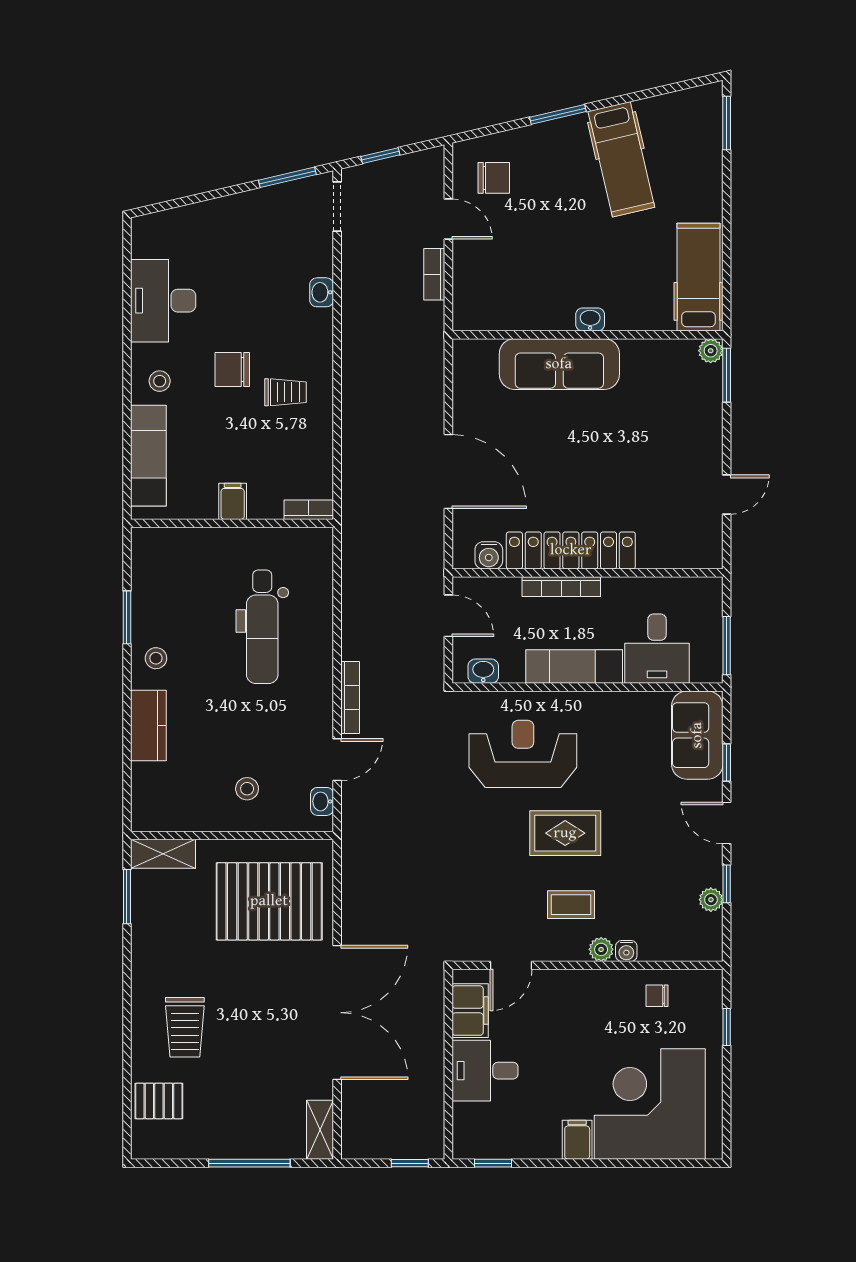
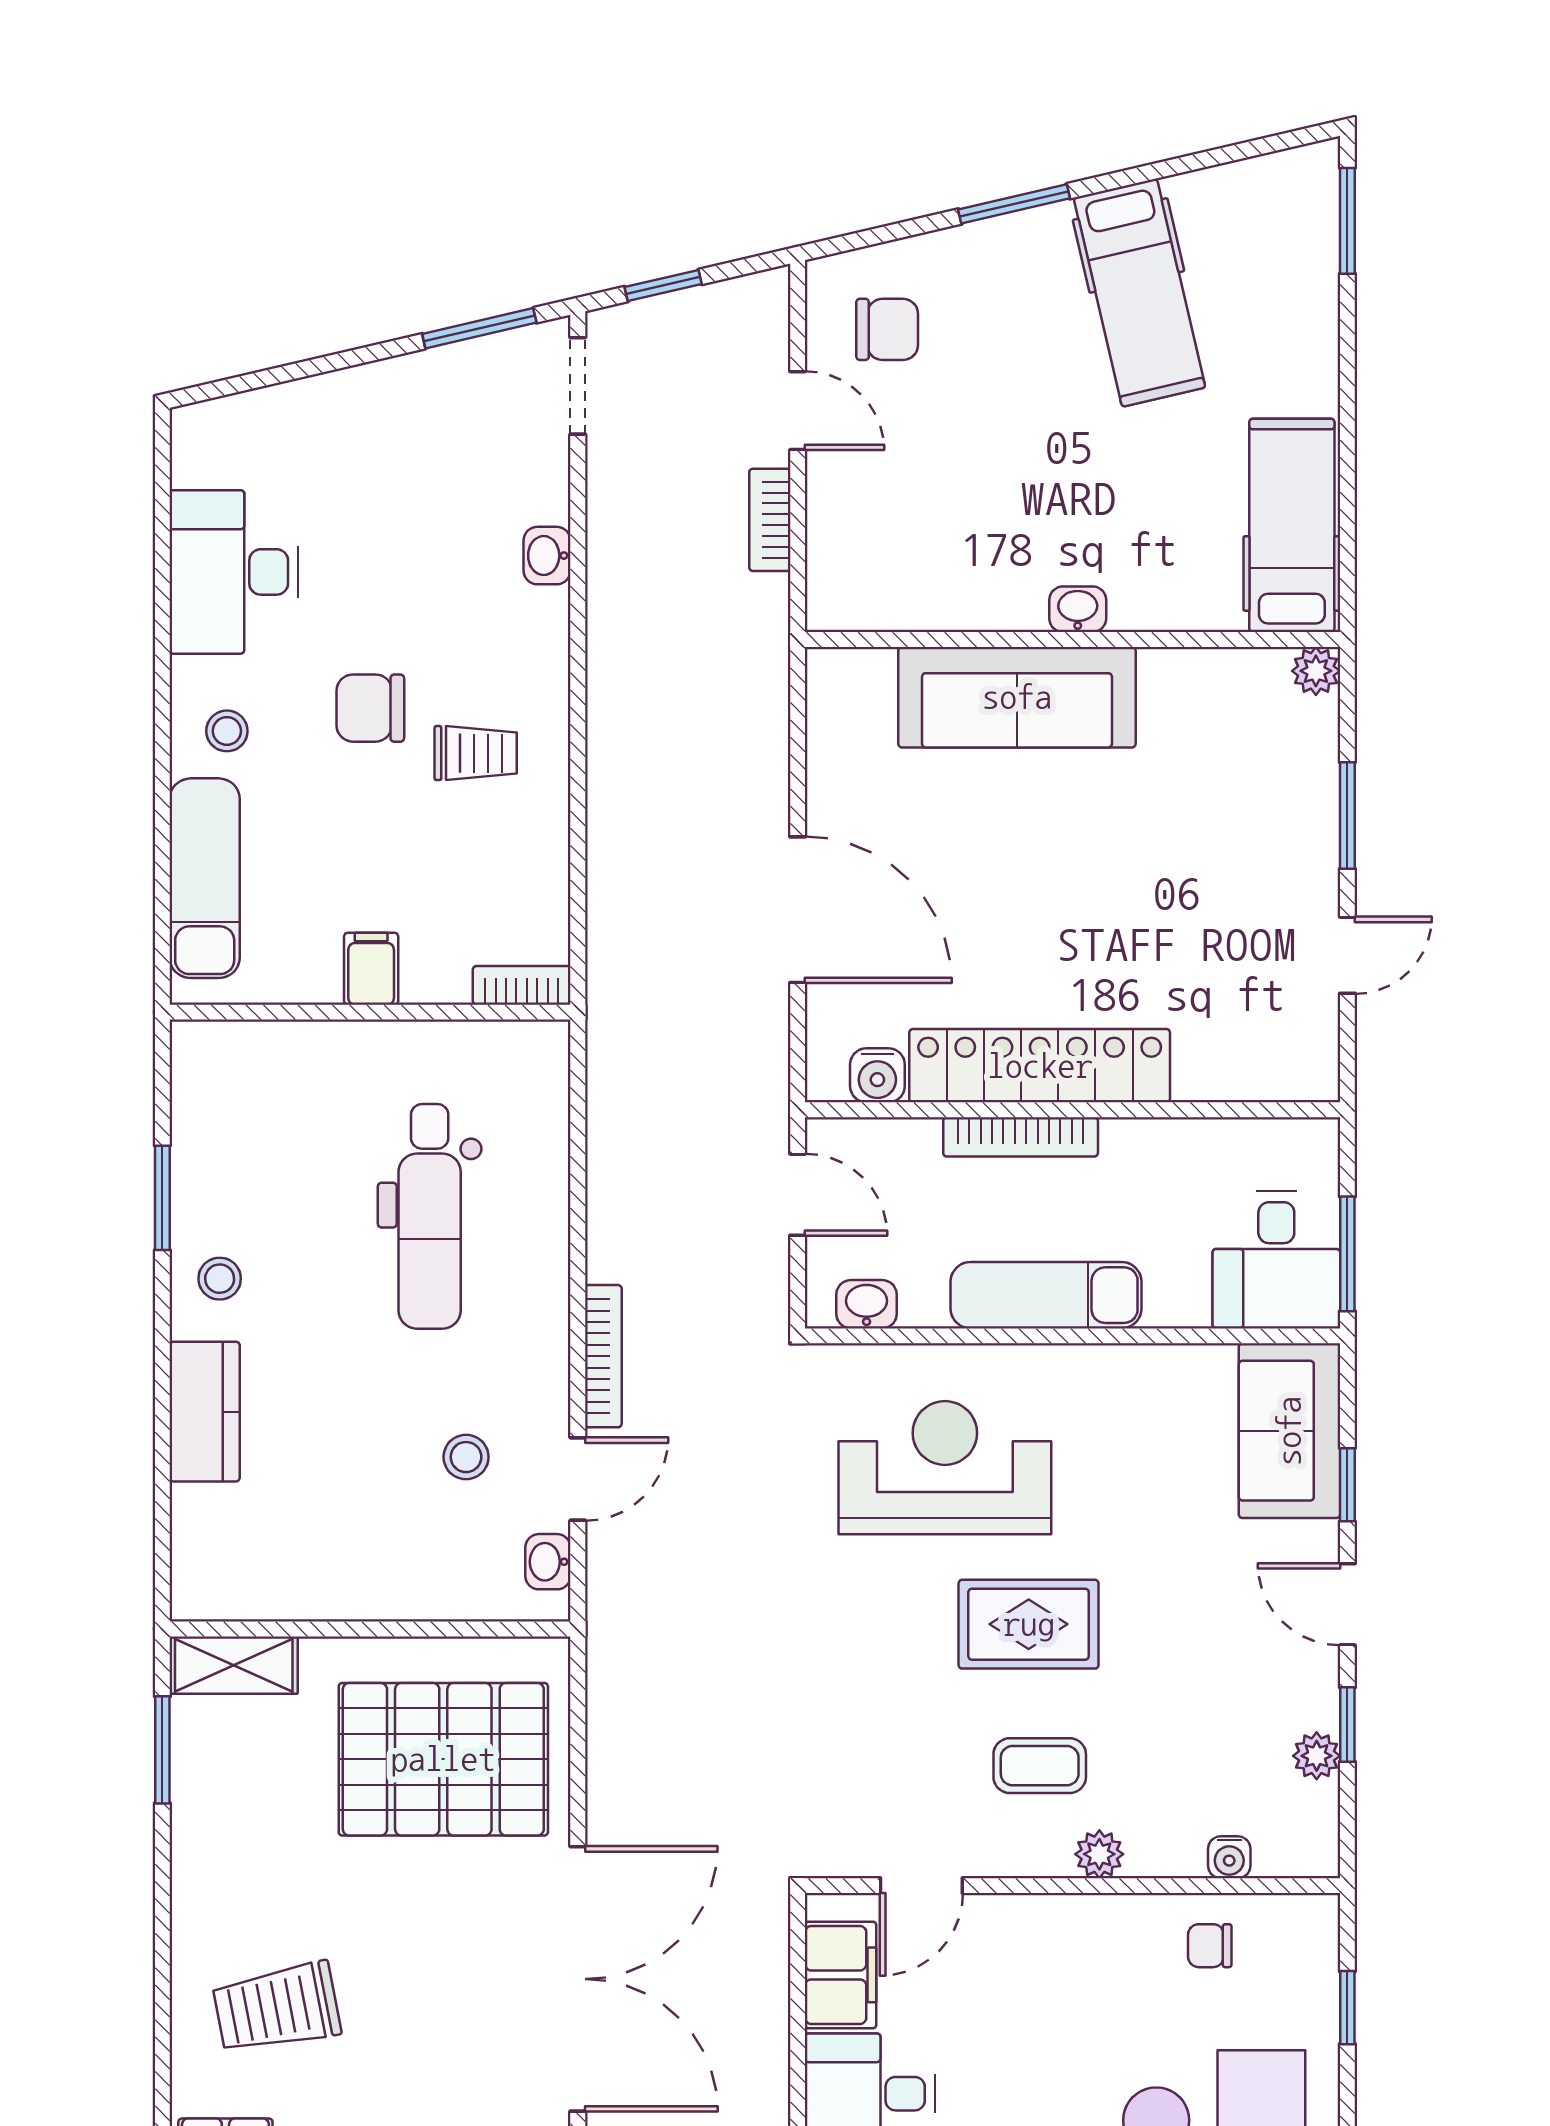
window: (727, 375) -> (1347, 816), moved
desk: (657, 649) -> (1276, 1260), moved
stool: (247, 789) -> (466, 1457), moved
water cooler: (626, 951) -> (1229, 1857), moved
trolley: (185, 1027) -> (277, 2008), turned 79

